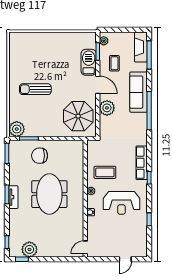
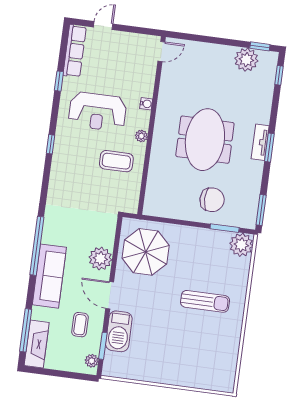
row of seats: (142, 163) -> (75, 51), moved
reception desk: (121, 203) -> (98, 112), turned 180

